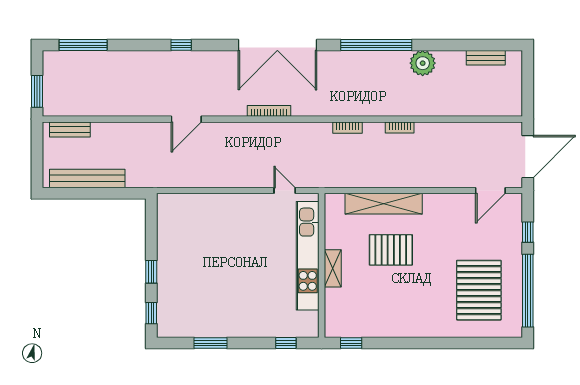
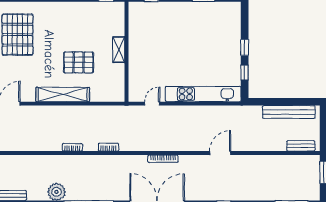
door: (285, 190) -> (152, 104), swing flipped
shelving: (384, 204) -> (63, 95), moved
kitchen unit: (308, 256) -> (203, 94), moved, turned -90
window: (151, 313) -> (245, 73), moved

